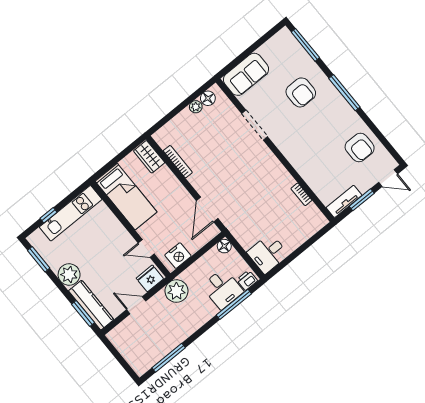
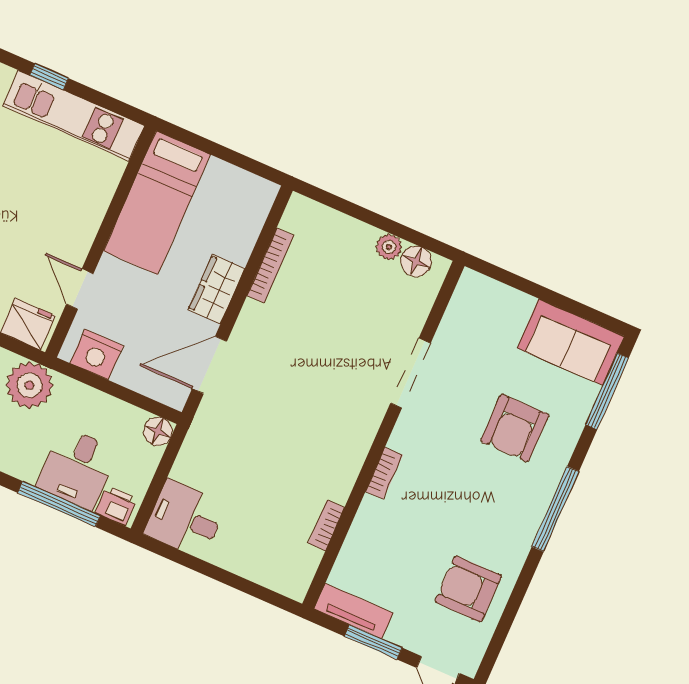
sofa: (246, 74) -> (571, 342), moved
armchair: (360, 147) -> (468, 589), turned 90
wardrobe: (149, 157) -> (217, 289), moved
bookcase: (292, 158) -> (384, 473), added

